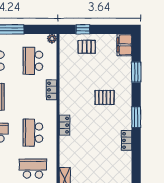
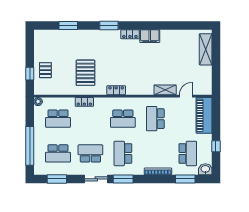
filing cabinet: (124, 45) -> (150, 36), moved
pallet: (105, 97) -> (85, 73), moved, width x1.50, depth x1.42

